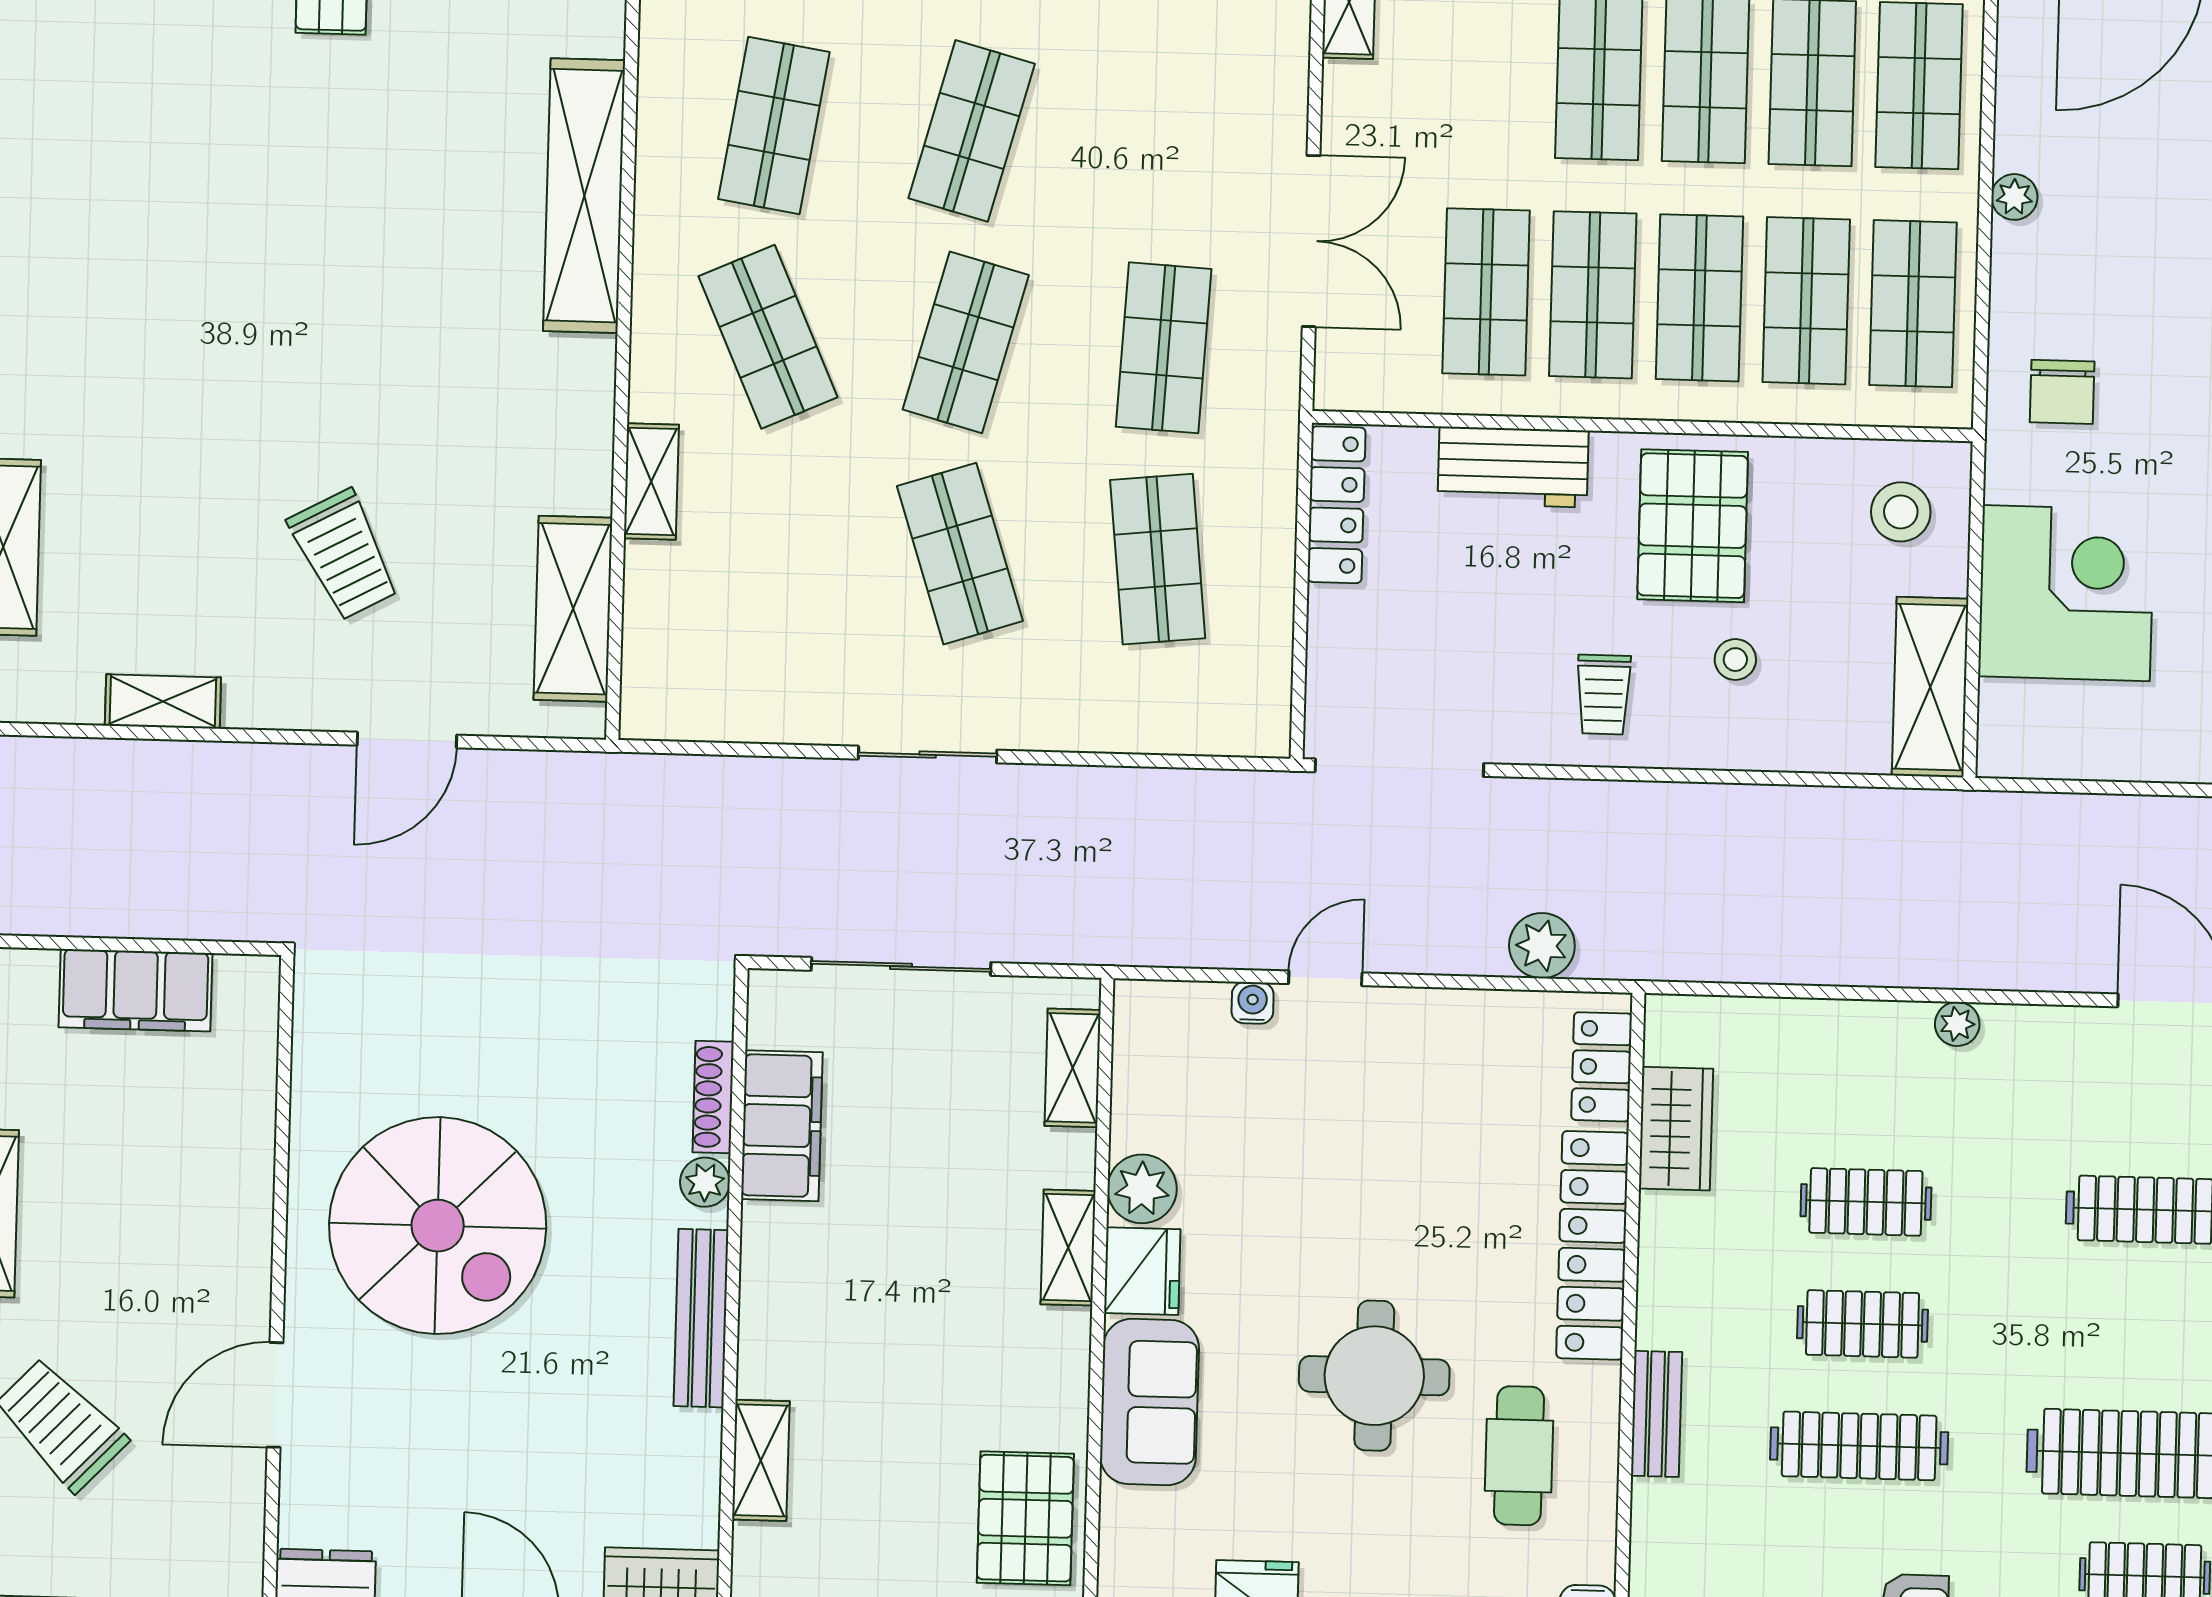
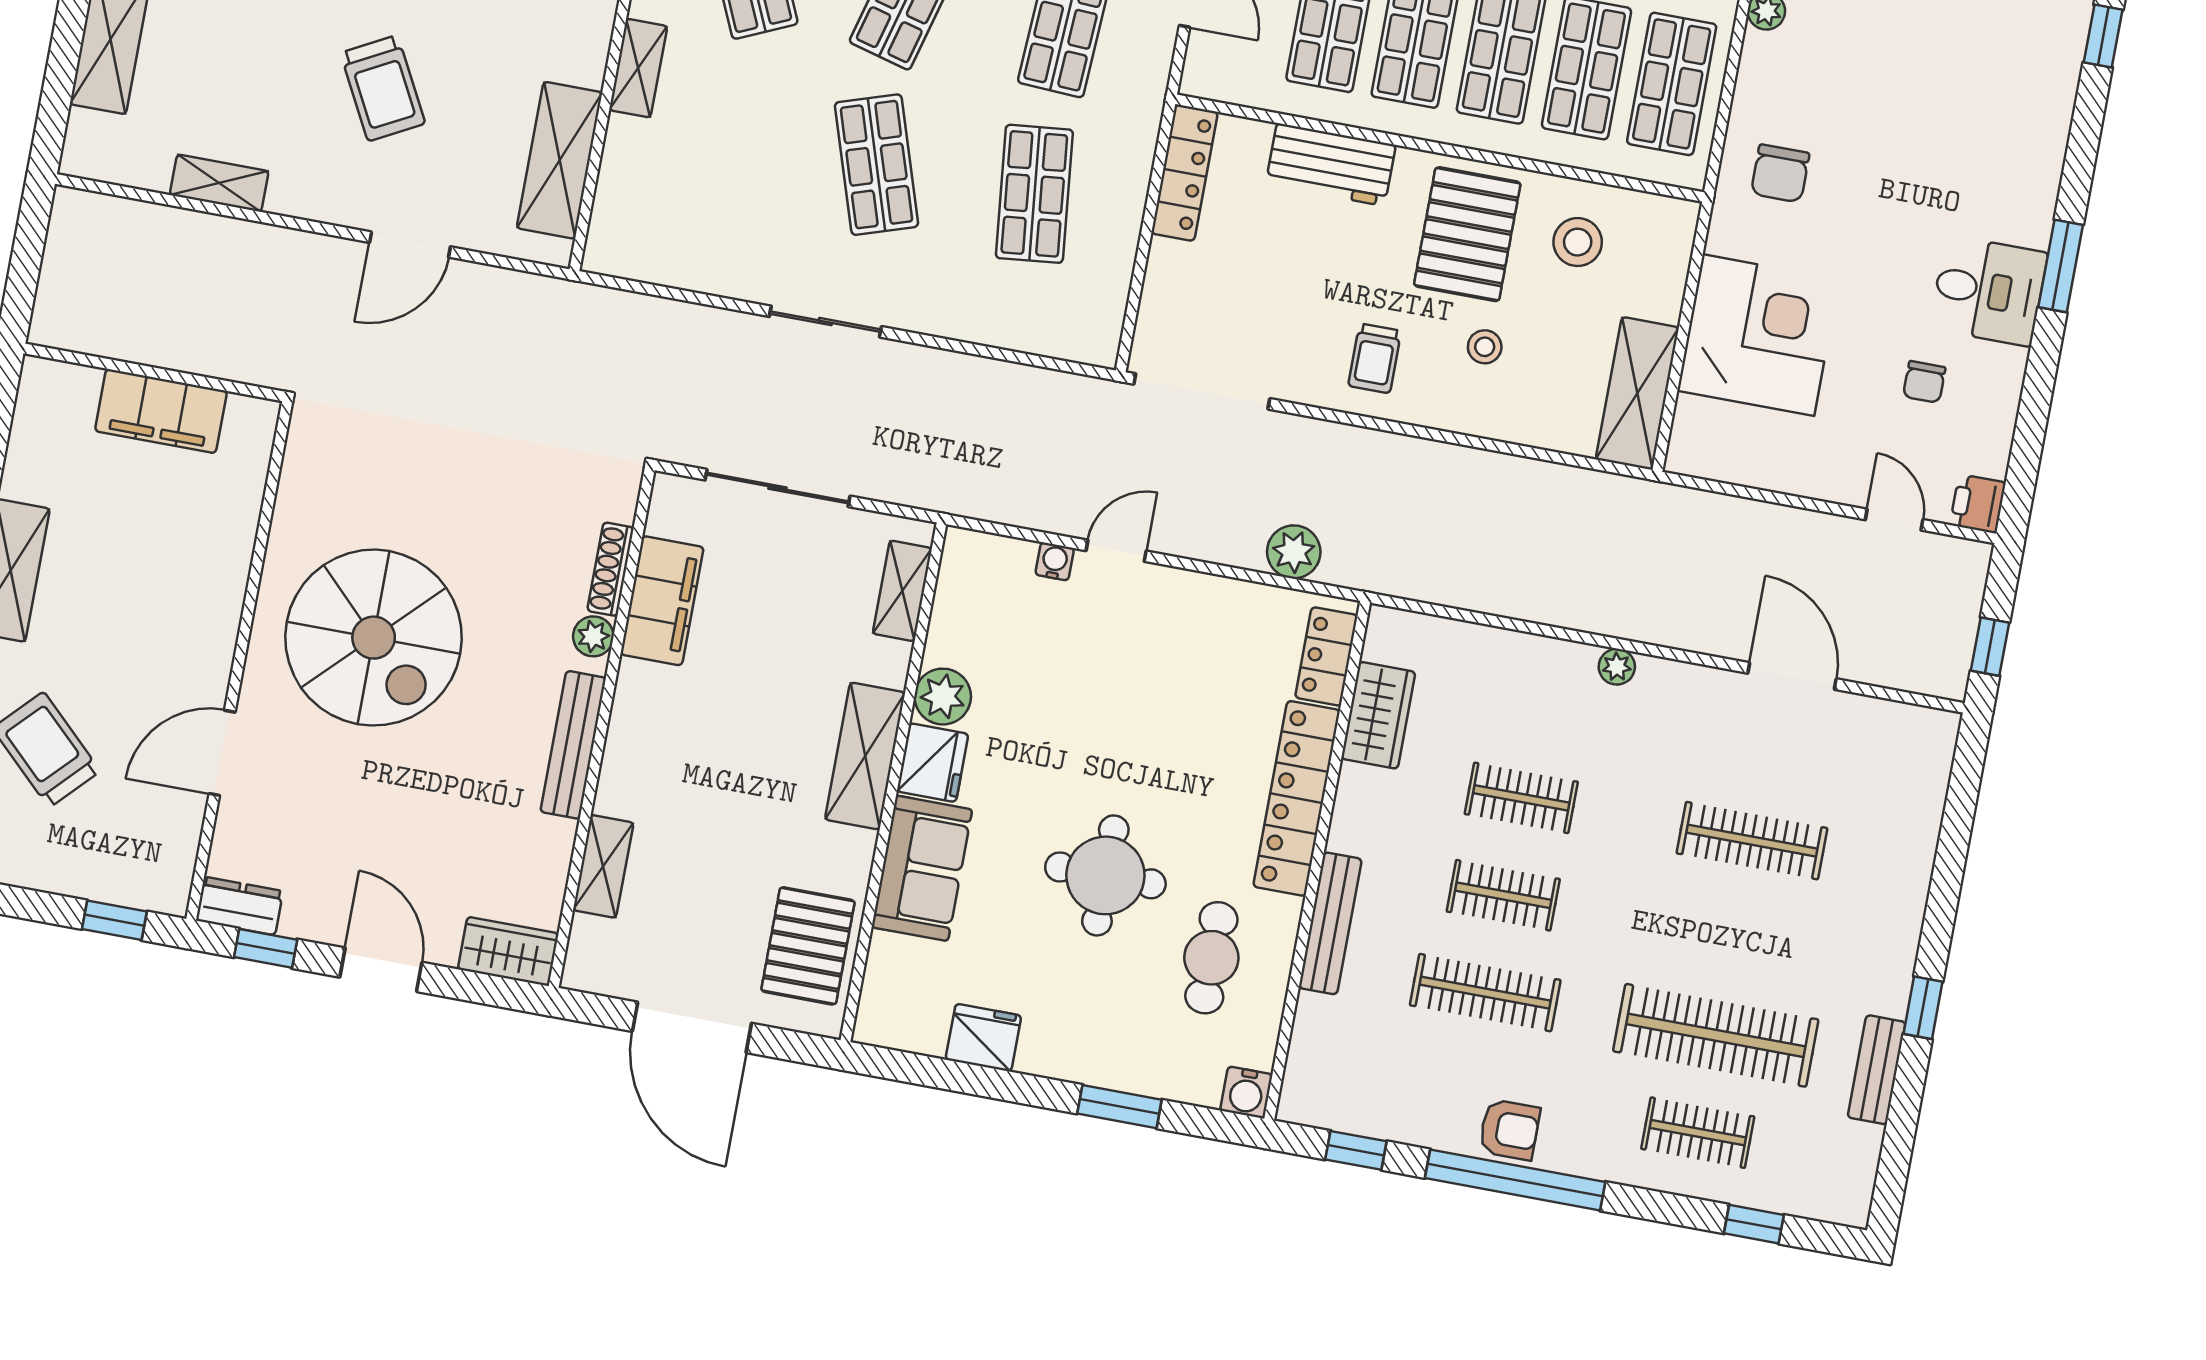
stool: (1901, 512) -> (1578, 242), moved
shelving: (1068, 1248) -> (865, 756), width x1.50, depth x1.33
bench: (1657, 1414) -> (1330, 923), width x1.36

